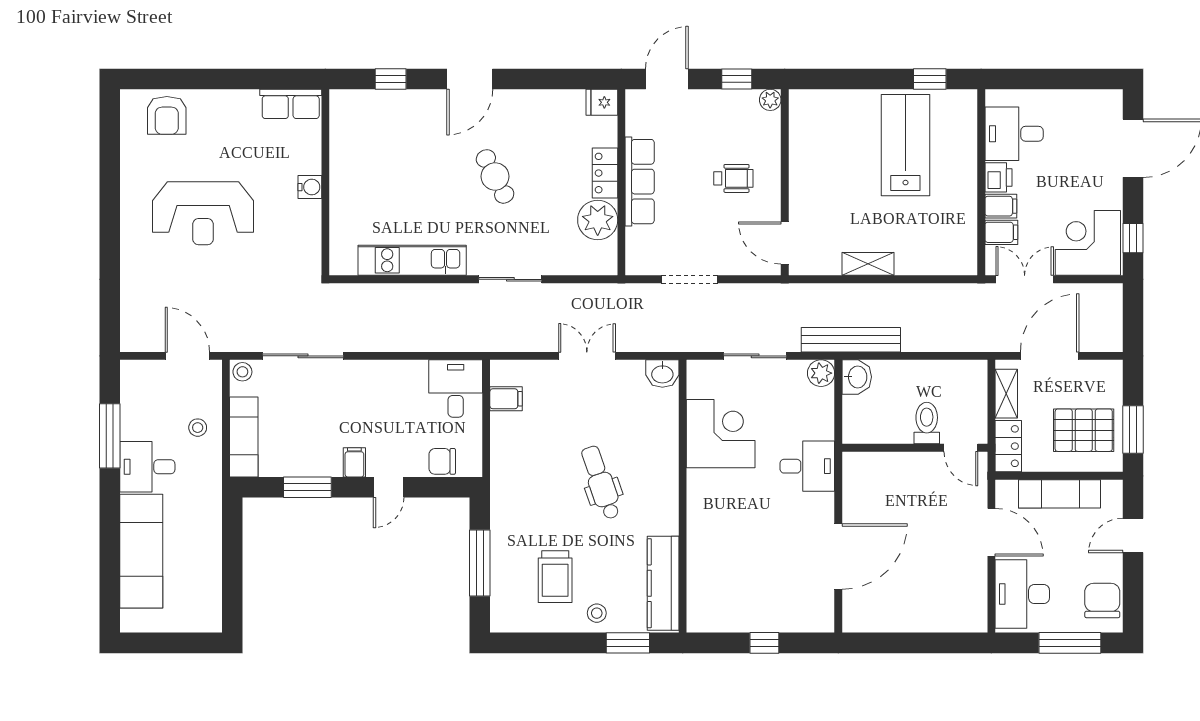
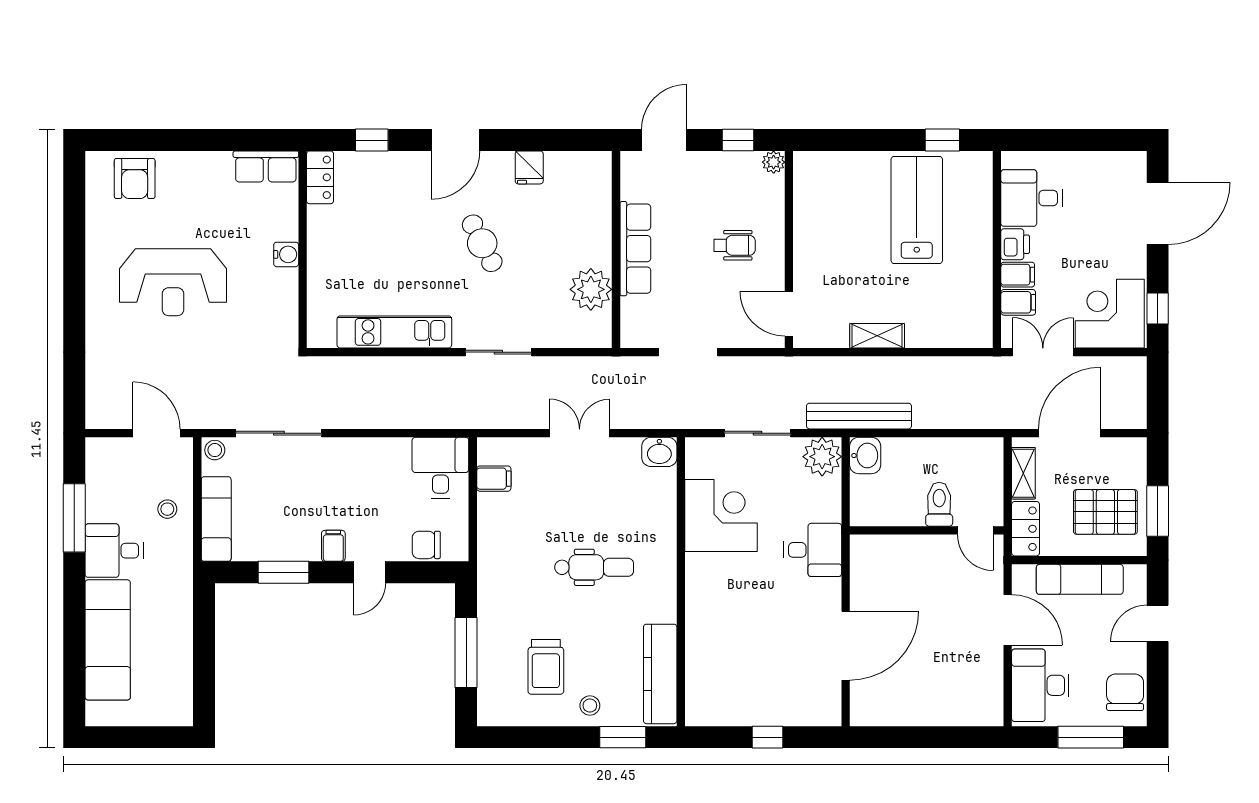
fridge: (602, 102) -> (529, 167), moved, turned -90
locker: (605, 173) -> (320, 177), moved, turned 180
plant: (821, 373) -> (822, 457), width x1.36, depth x1.36
dental chair: (601, 483) -> (594, 567), turned 109

